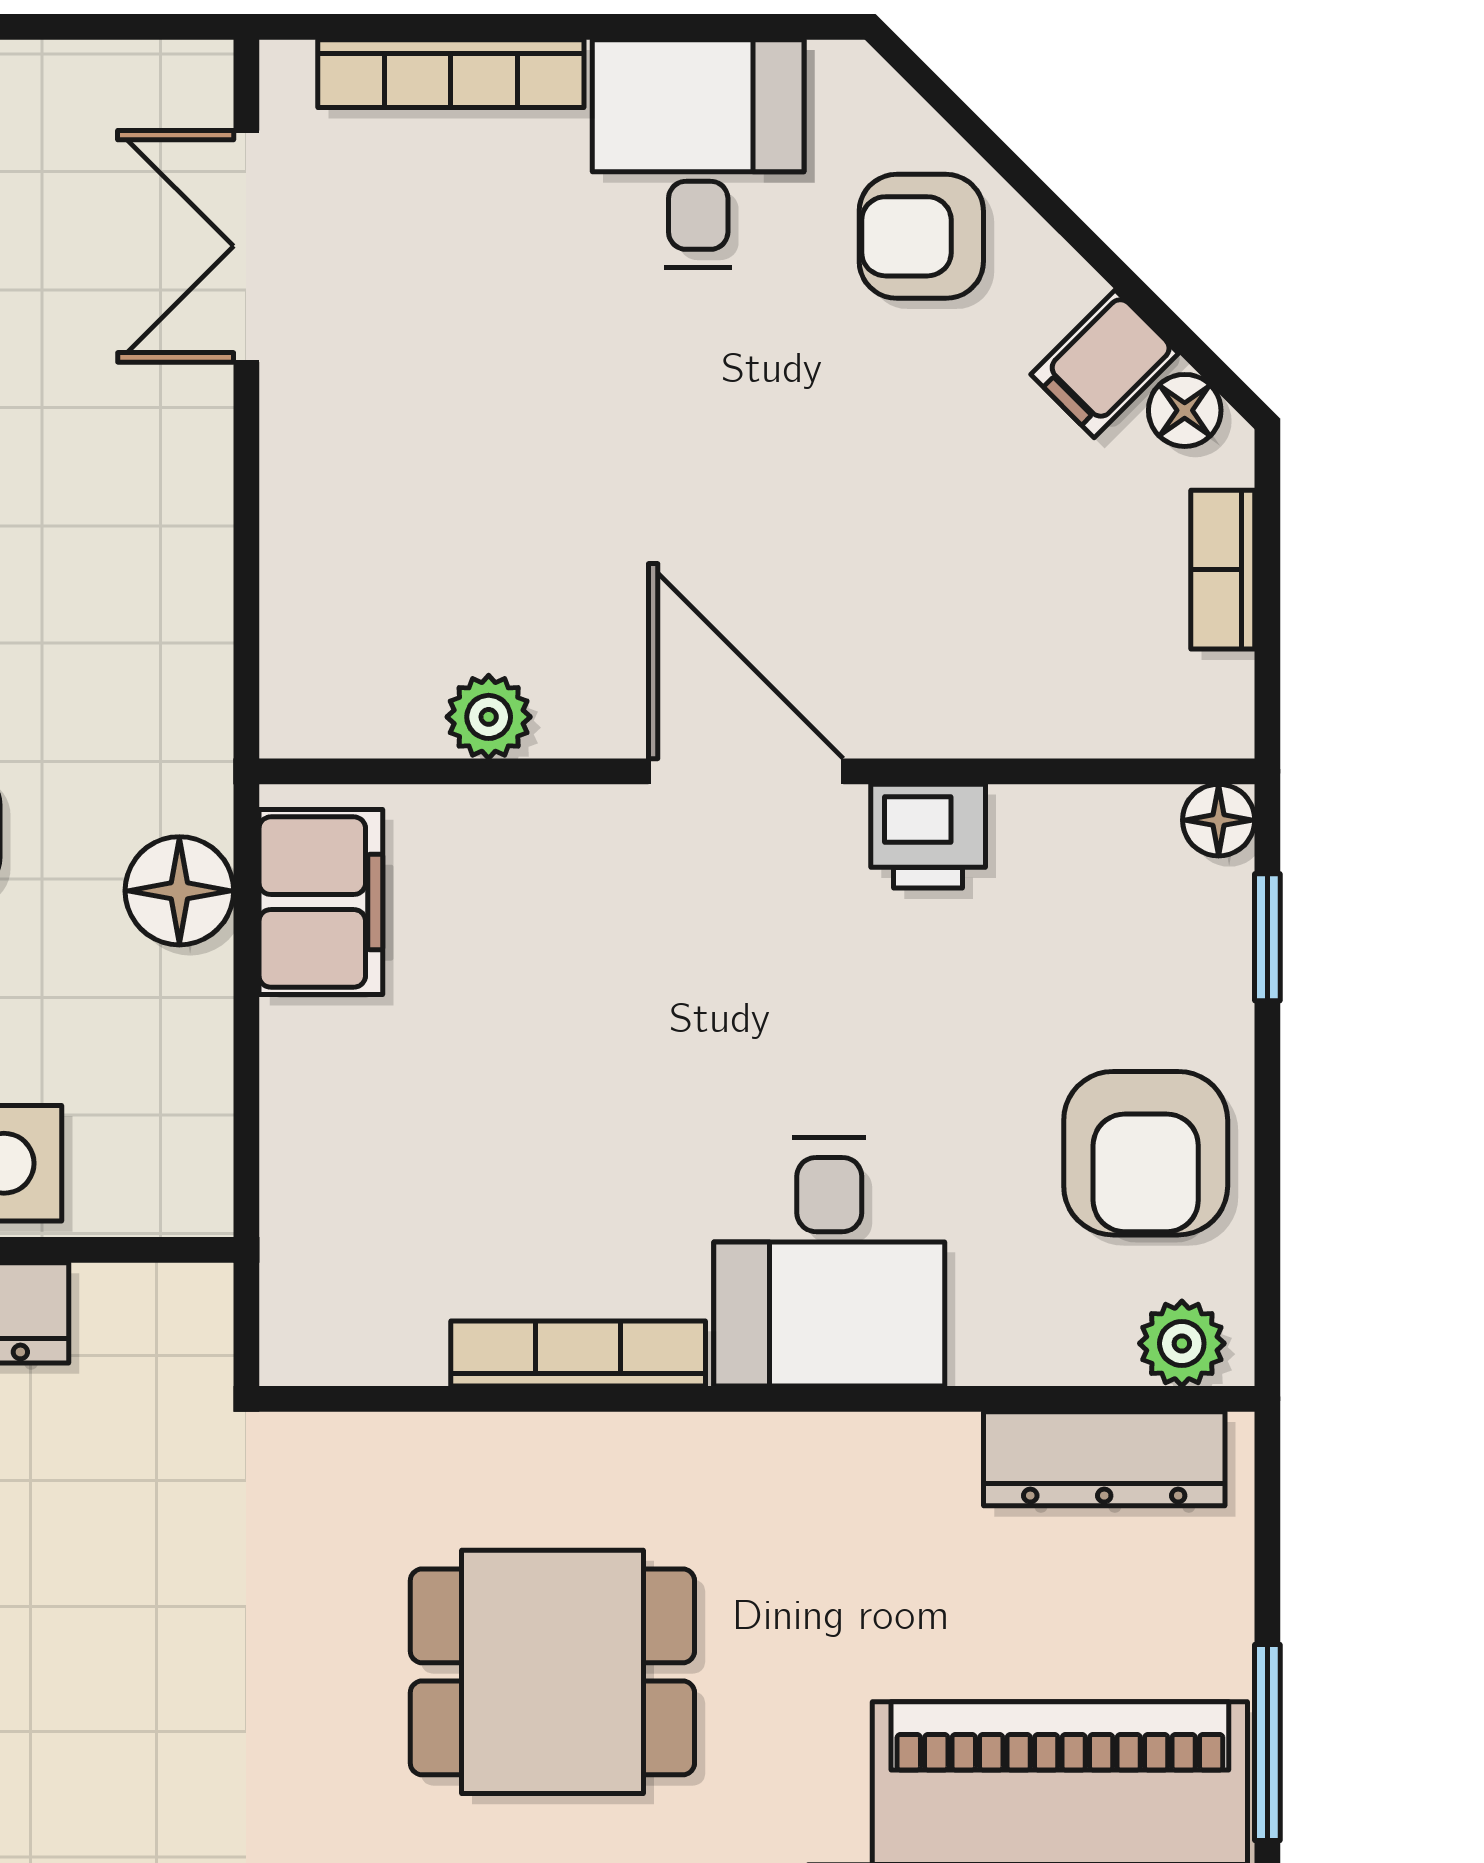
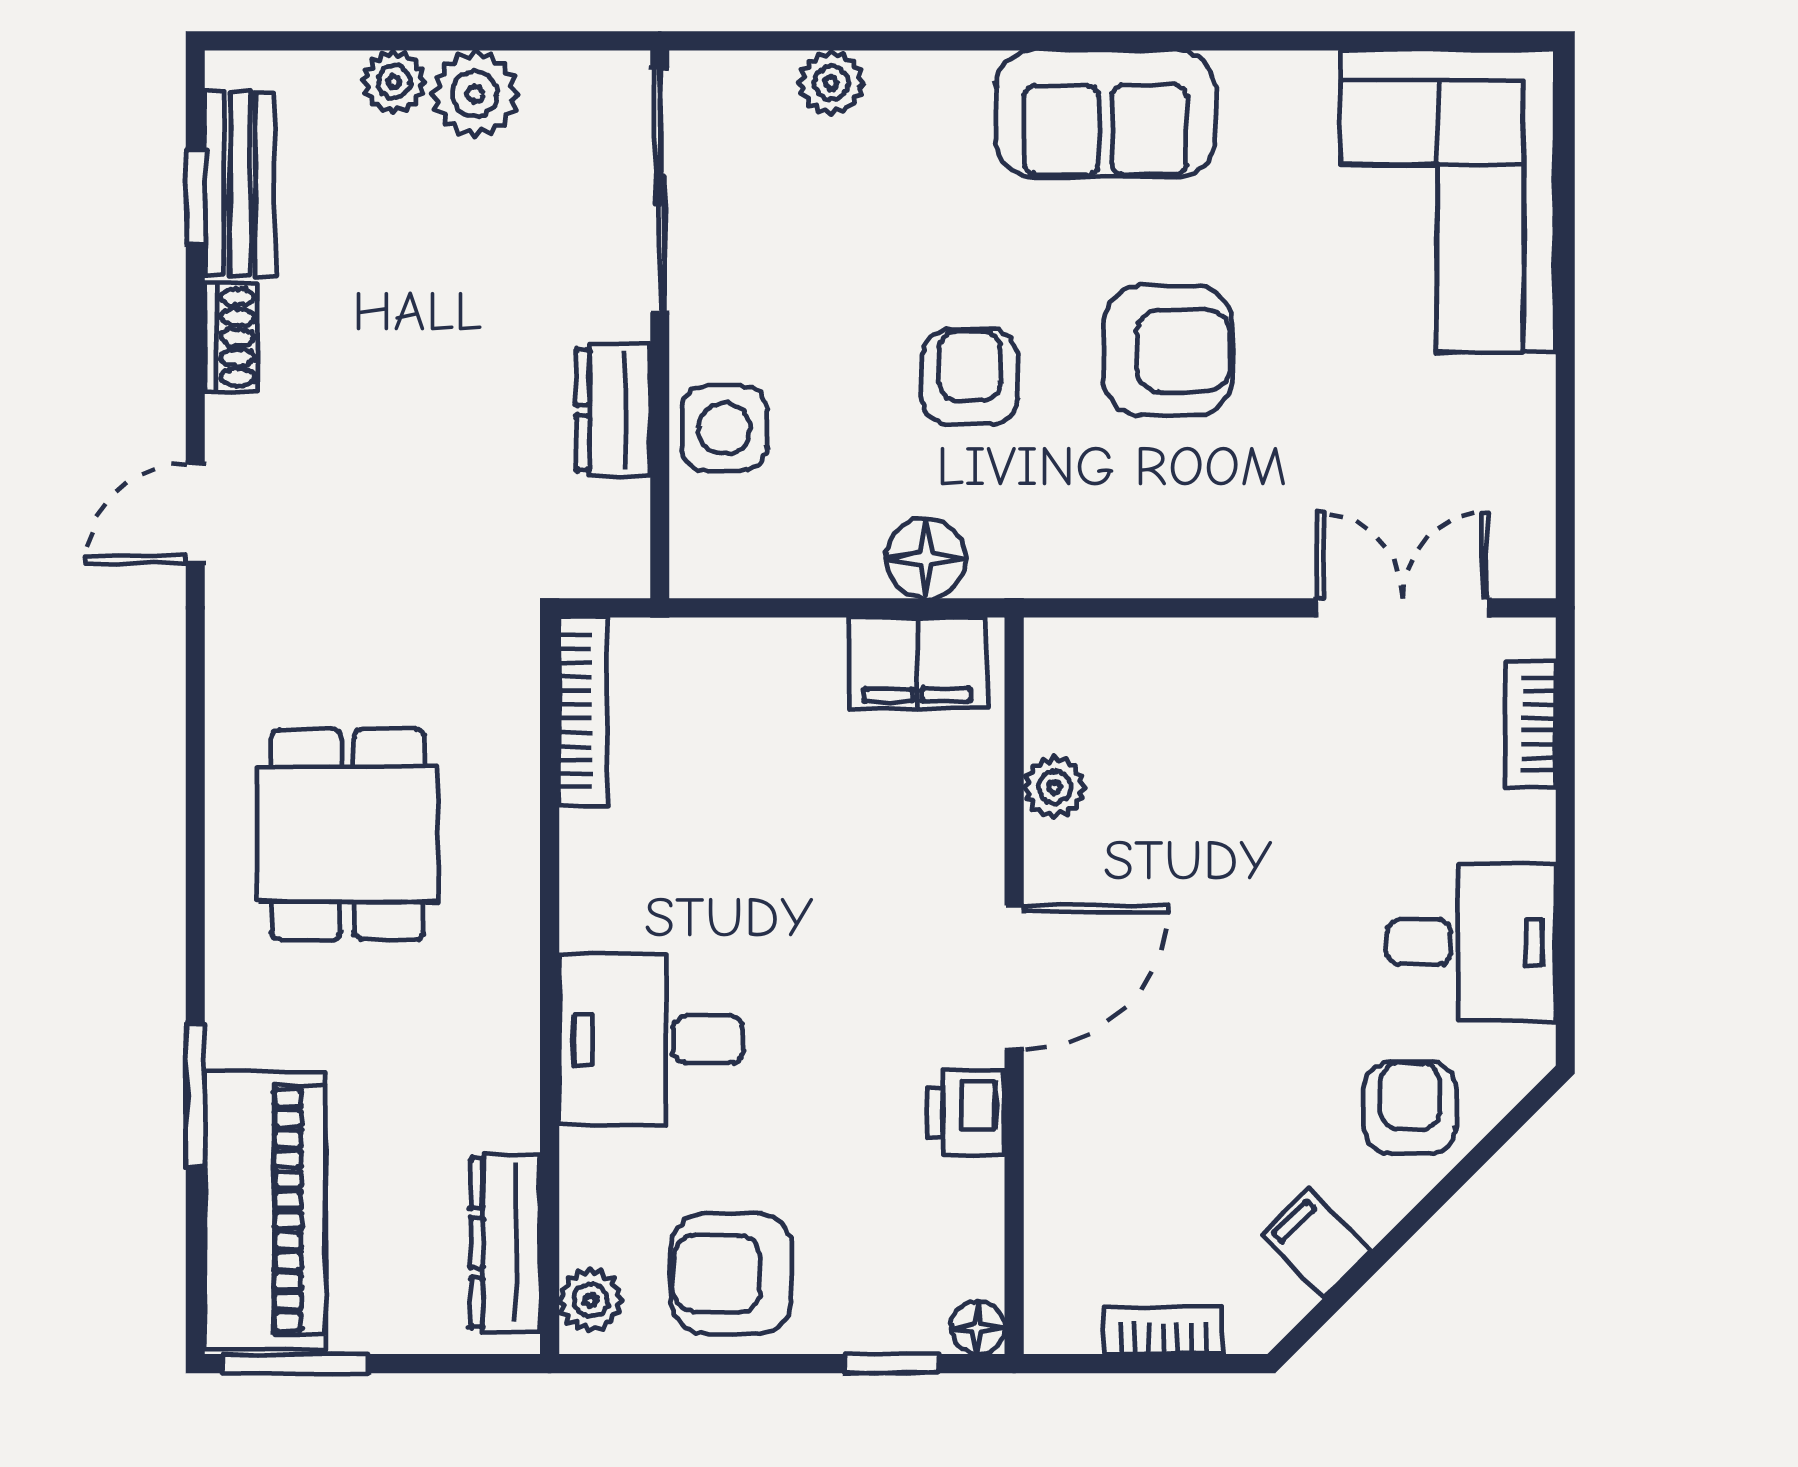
bookcase: (451, 74) -> (1531, 724), width x0.64
floor lamp: (1185, 410) -> (1281, 1302), removed
bookcase: (578, 1353) -> (583, 711), moved

